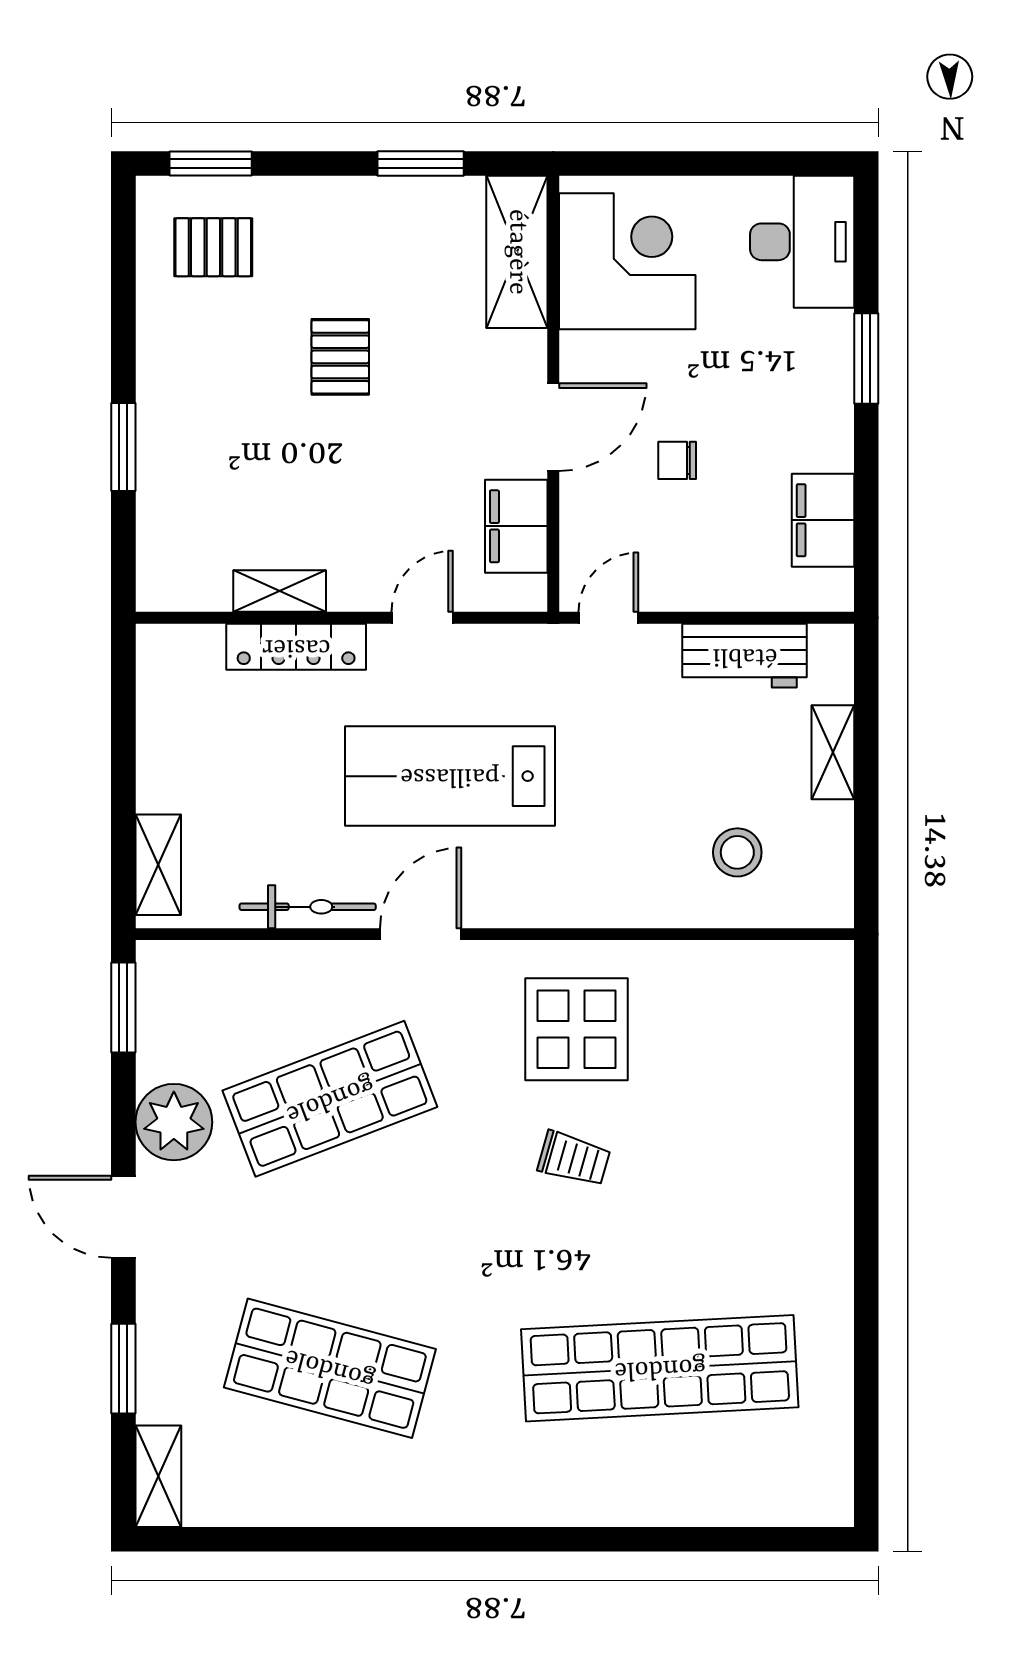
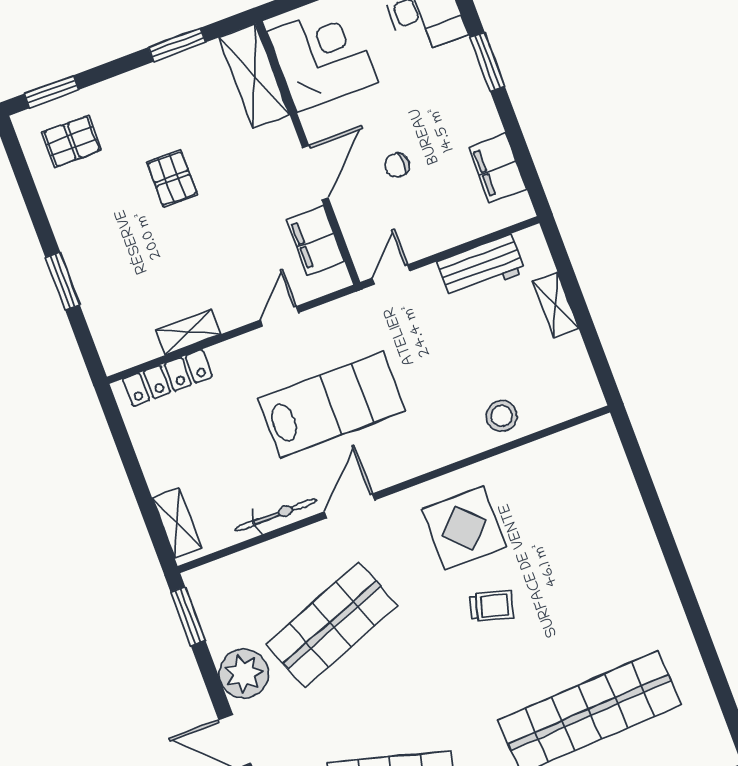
locker: (296, 647) -> (167, 378), moved
lab bench: (450, 776) -> (332, 405), turned 180
stool: (737, 852) -> (502, 416), moved

